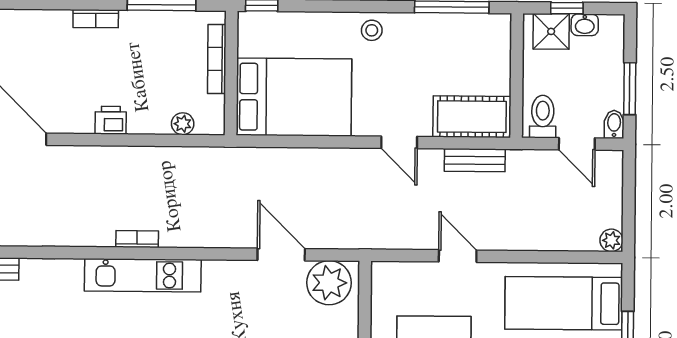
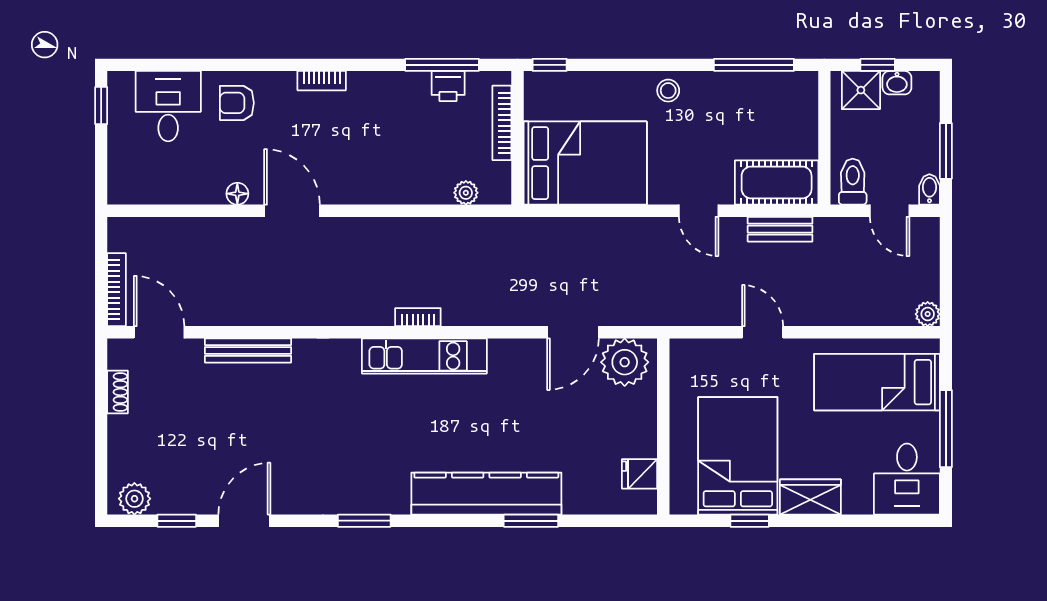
bookcase: (96, 19) -> (322, 81), moved
printer: (111, 120) -> (448, 86), moved, turned 180
door: (281, 254) -> (573, 332), swing flipped

